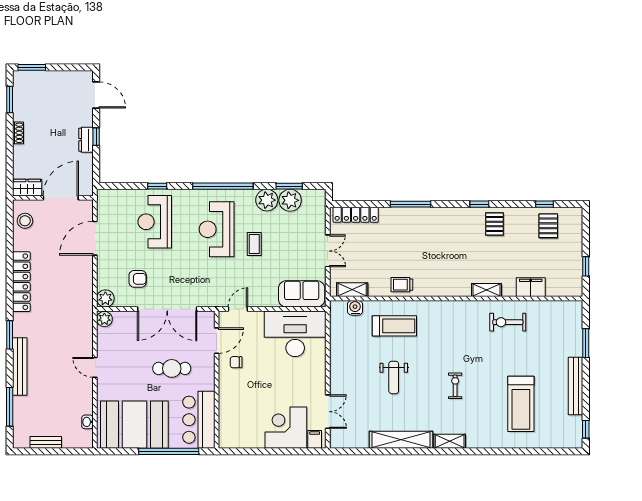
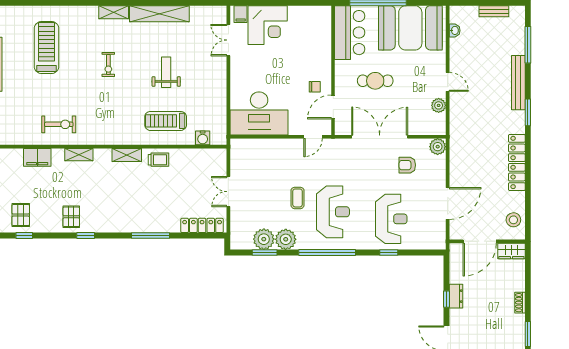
shelving: (352, 290) -> (127, 155), moved
sofa: (302, 294) -> (253, 151), removed
plant: (104, 319) -> (439, 105), moved

